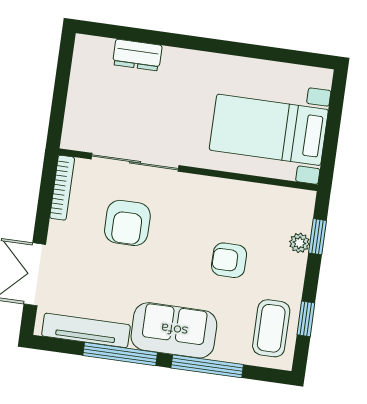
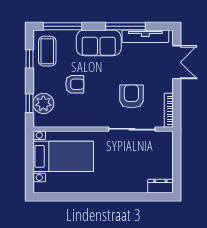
dresser: (137, 55) -> (160, 186), moved
plant: (299, 243) -> (43, 103), width x1.88, depth x1.88
window: (207, 366) -> (62, 26), moved

